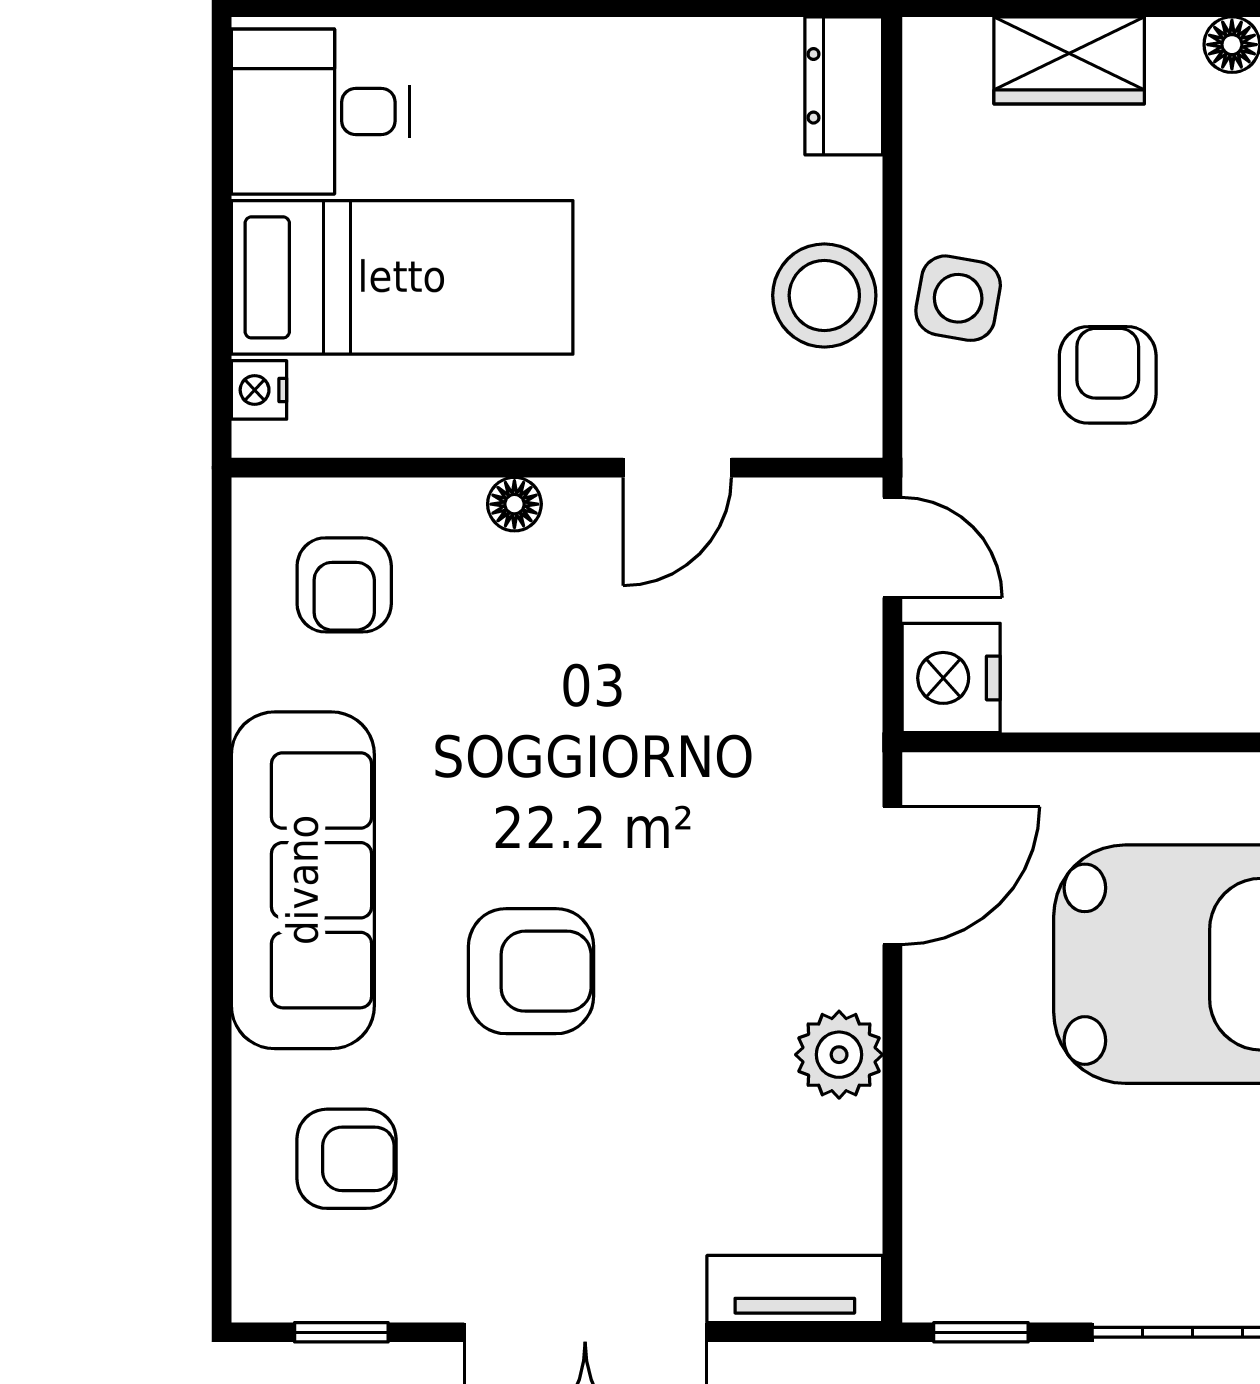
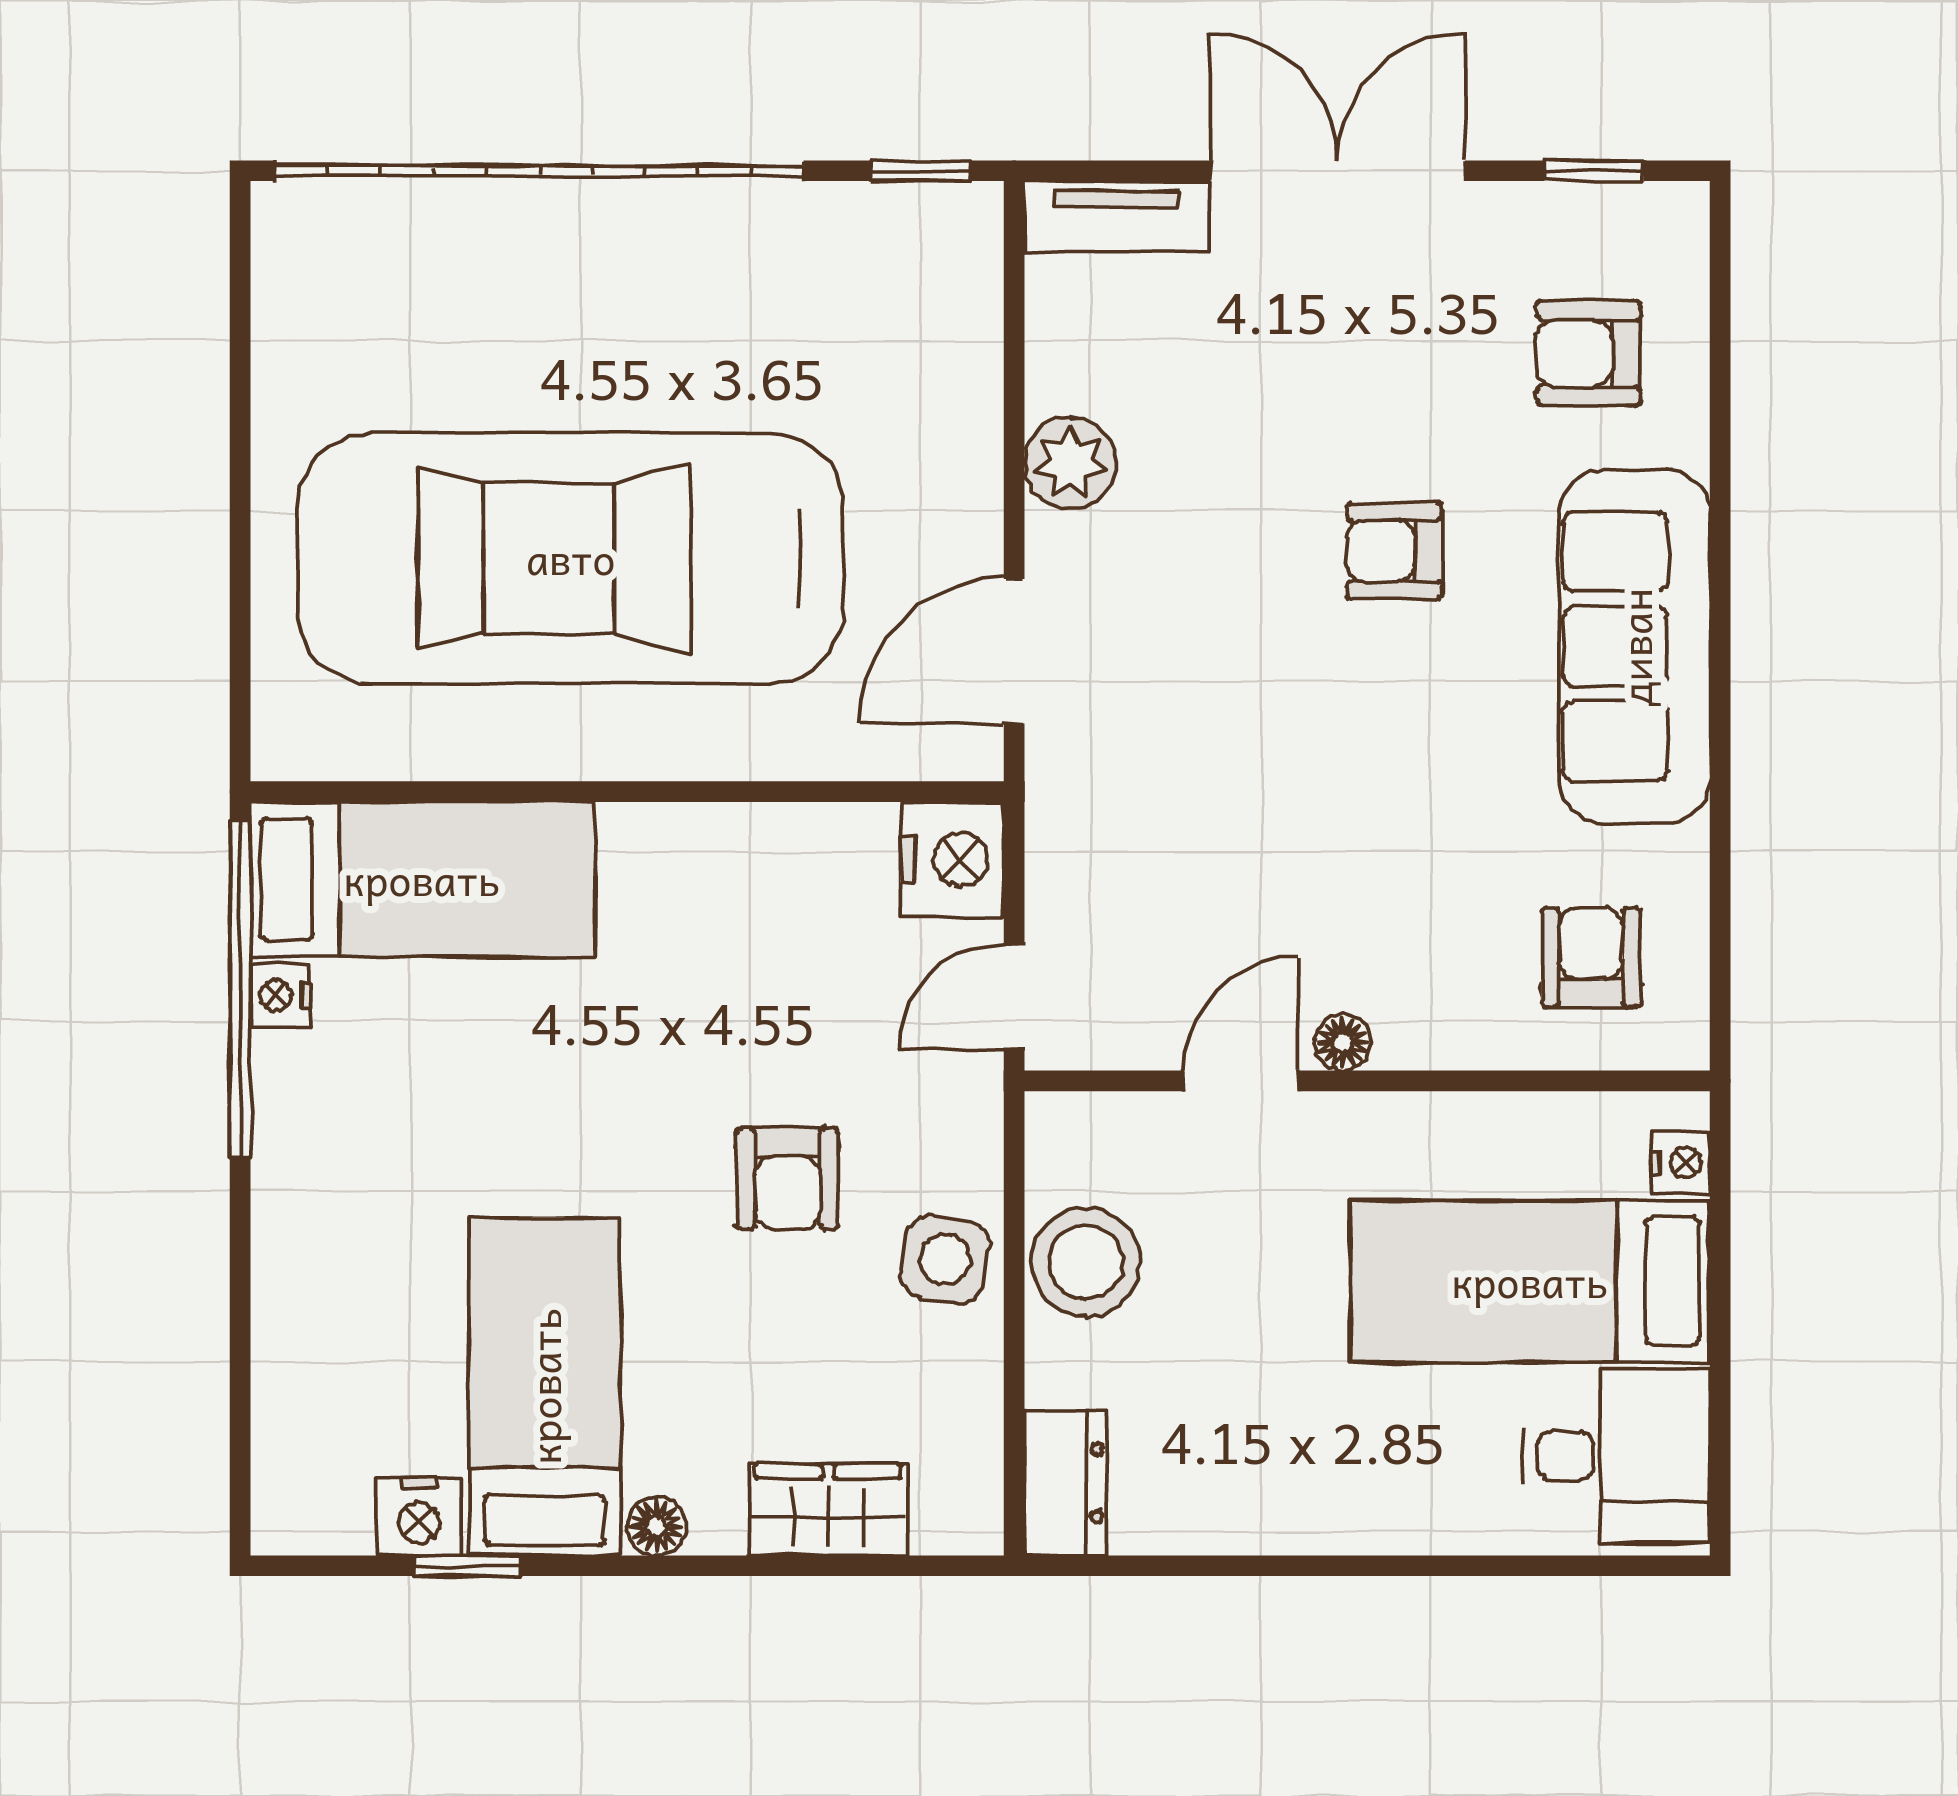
floor lamp: (514, 504) -> (1343, 1042), moved
door: (892, 547) -> (1014, 997), hinge flipped
armchair: (531, 971) -> (1394, 551), width x0.72, depth x0.72

